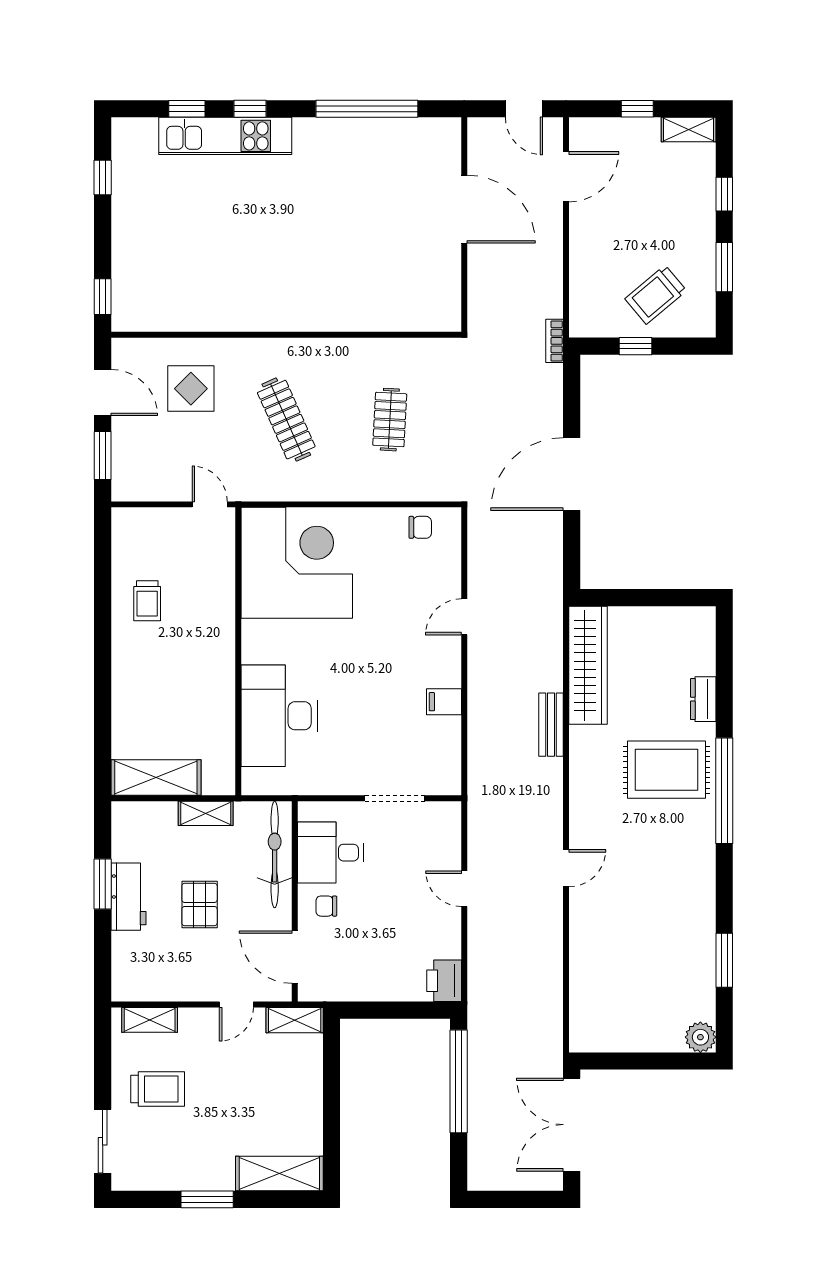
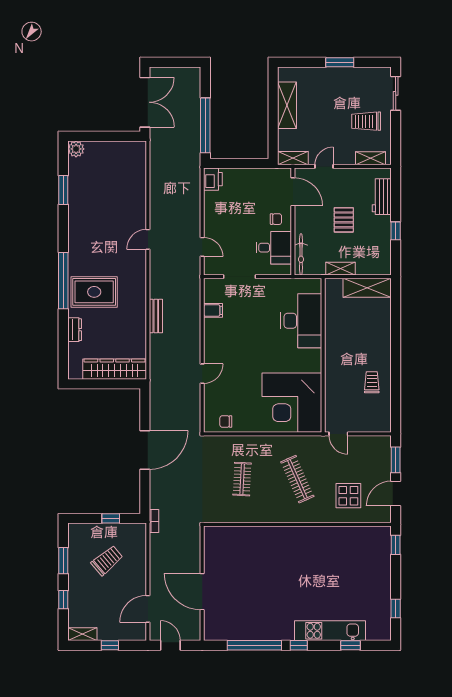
window: (250, 109) -> (299, 645), moved
trolley: (656, 295) -> (107, 560), moved
door: (103, 393) -> (396, 494), hinge flipped
wardrobe: (588, 665) -> (115, 369), moved, turned 90
filing cabinet: (444, 702) -> (213, 310), moved
bicycle: (275, 854) -> (301, 254), width x0.73, depth x0.71
window: (103, 884) -> (396, 231), width x0.67
door: (464, 889) -> (202, 247), moved
workbench: (129, 897) -> (382, 197), moved
shelving: (279, 1173) -> (287, 105), moved, turned 90

